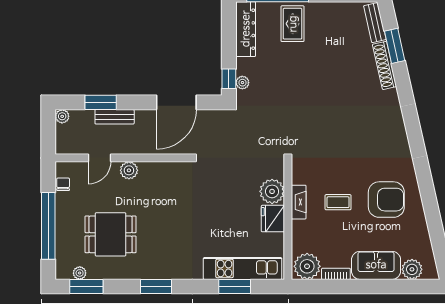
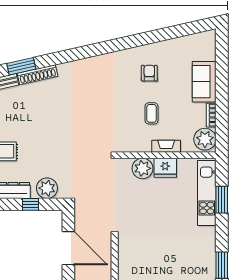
window: (229, 79) -> (30, 204), moved
plant: (242, 83) -> (47, 188), width x1.88, depth x1.88
armchair: (386, 200) -> (149, 73), width x0.53, depth x0.53
fireplace: (299, 202) -> (166, 146), moved
plant: (412, 269) -> (207, 52), removed

